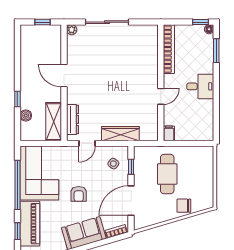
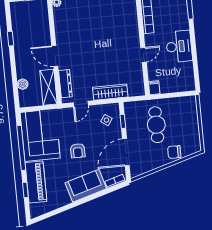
door: (64, 76) -> (55, 56), moved
desk: (200, 86) -> (179, 46), width x1.37
window: (17, 99) -> (11, 39), moved

